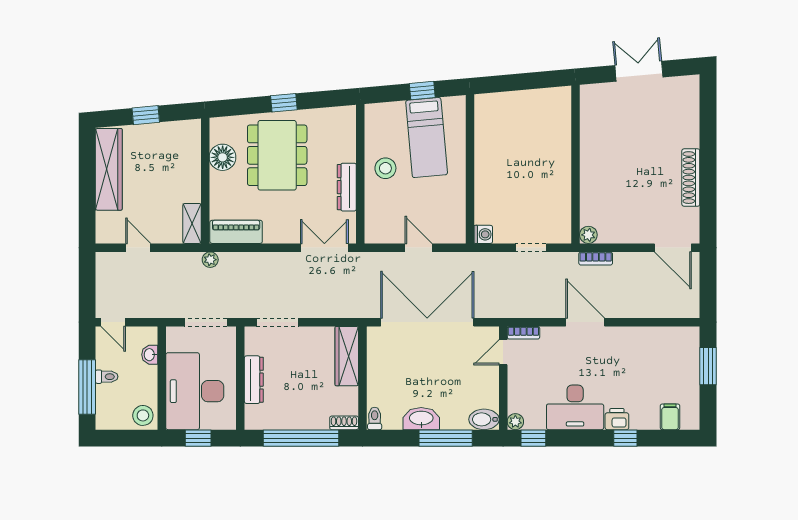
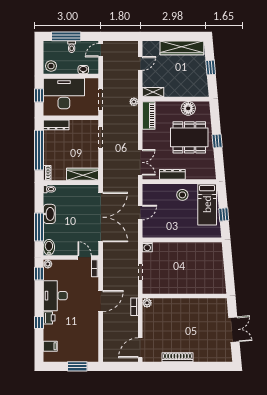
bed: (427, 138) -> (207, 204), moved, turned -85
dresser: (254, 380) -> (56, 125), moved

